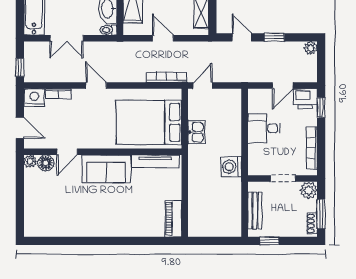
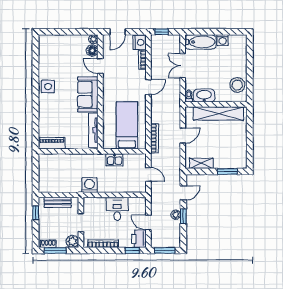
plant: (311, 48) -> (176, 215), moved
window: (321, 63) -> (165, 250), added
door: (203, 86) -> (148, 174), moved
bed: (149, 122) -> (127, 125), width x0.67
side table: (95, 224) -> (48, 86), added

